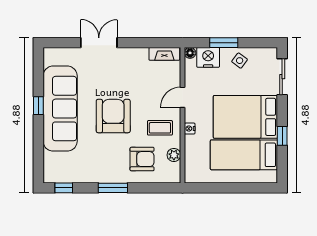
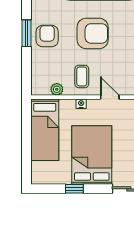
bed: (244, 155) -> (45, 130), moved, turned 180
armchair: (142, 159) -> (47, 36), moved, turned 180

